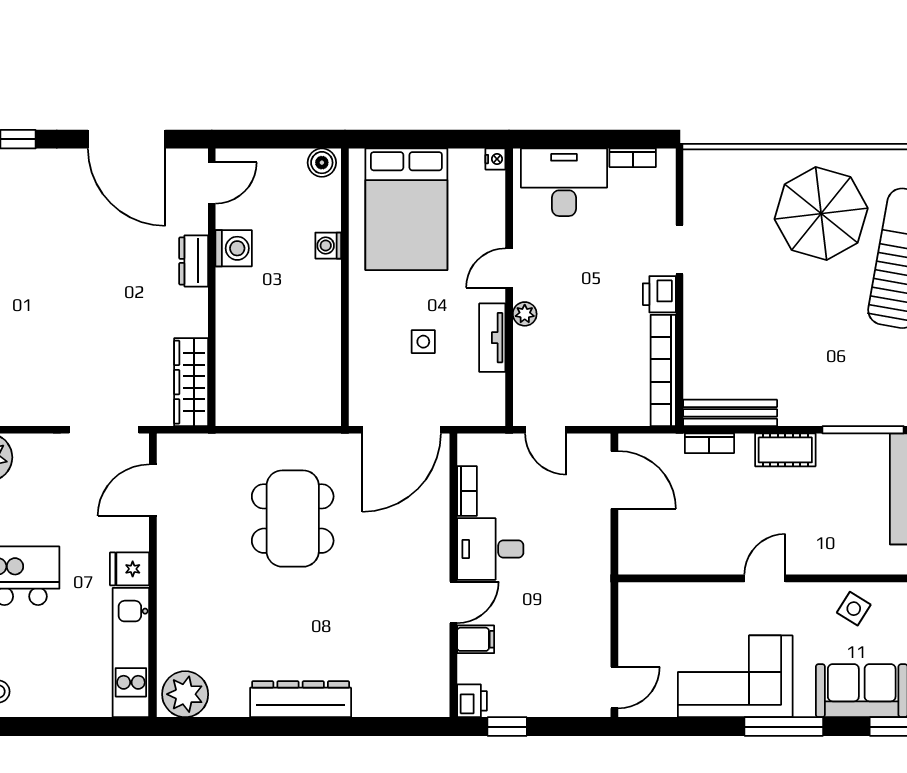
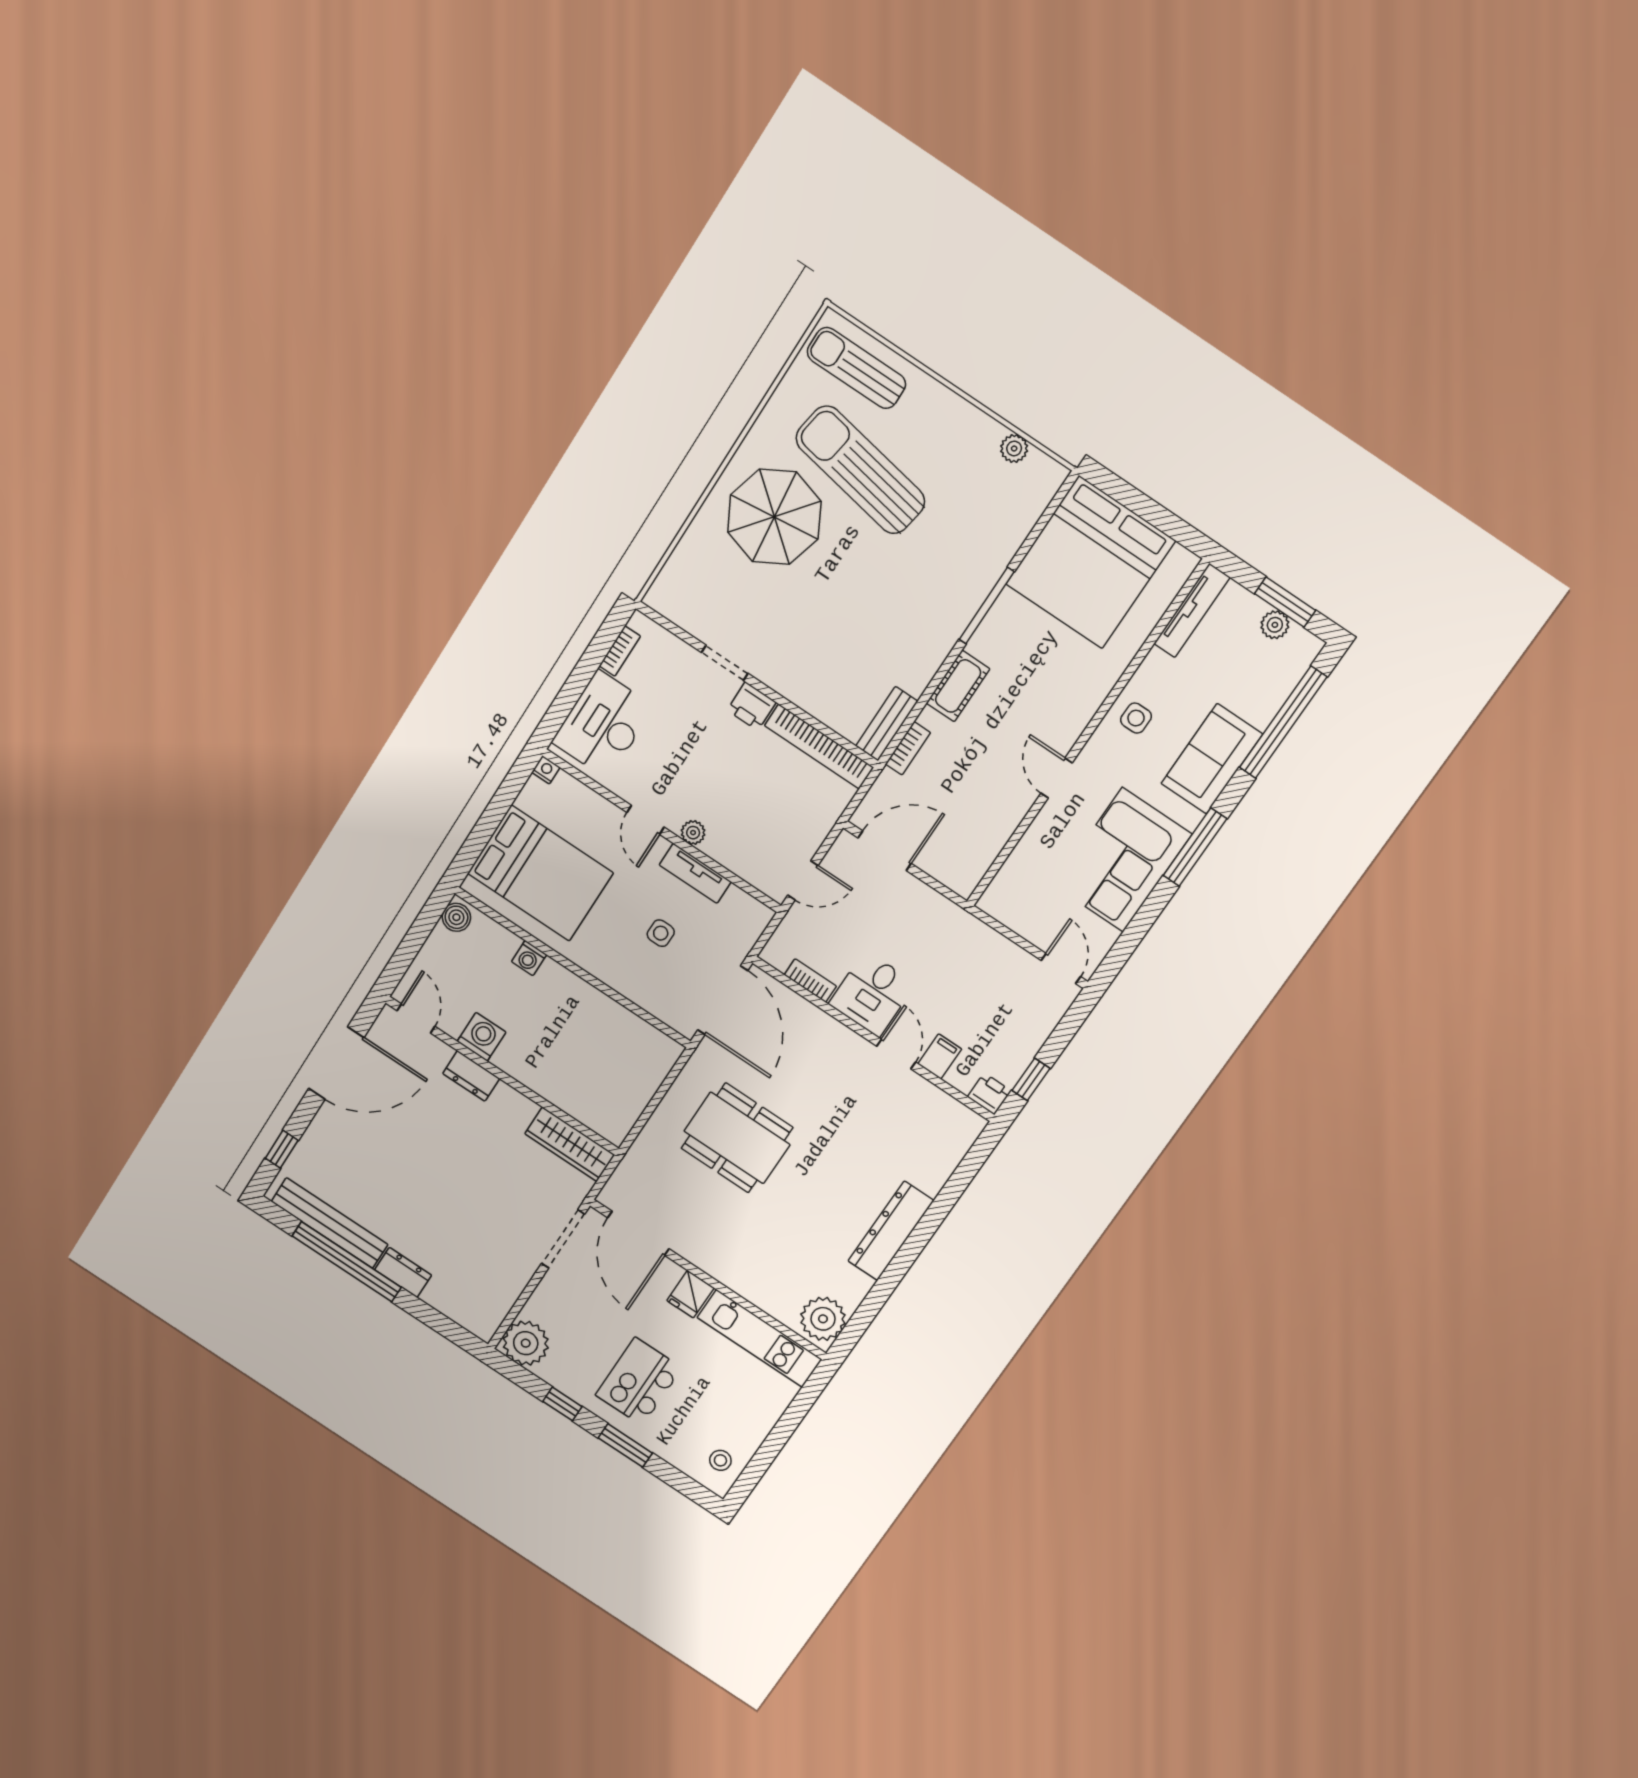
bench: (730, 413) -> (887, 724), width x0.73
door: (153, 490) -> (638, 1233), width x1.36
side table: (854, 609) -> (1136, 718), turned -32

